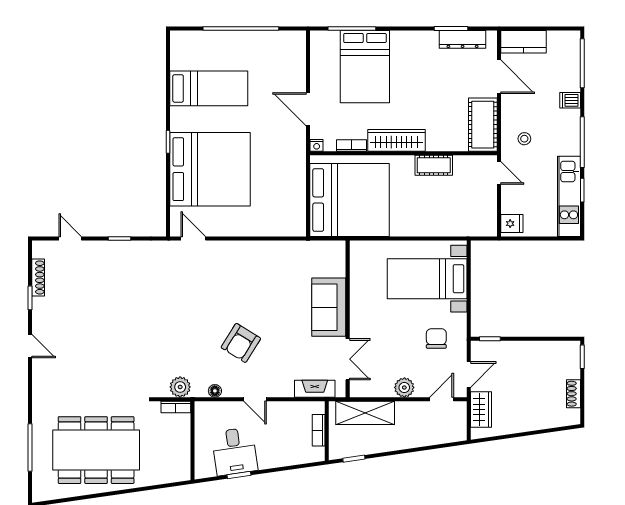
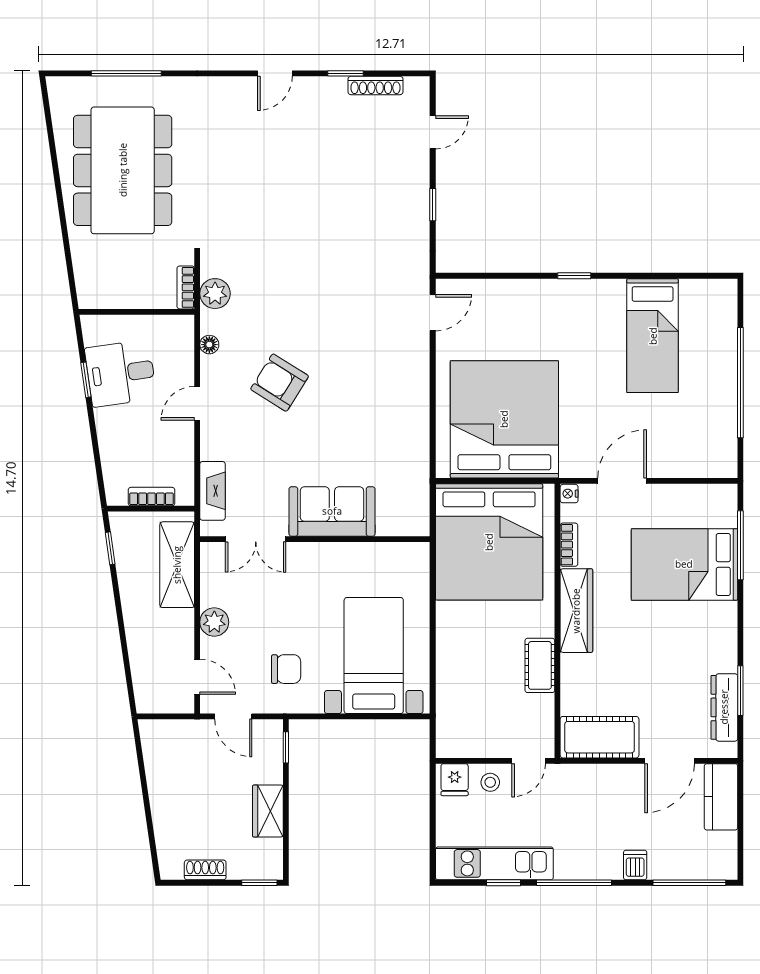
stool: (524, 139) -> (490, 782), moved
bed: (210, 169) -> (504, 419), moved, turned 180
wardrobe: (481, 409) -> (268, 811), moved, turned 90

